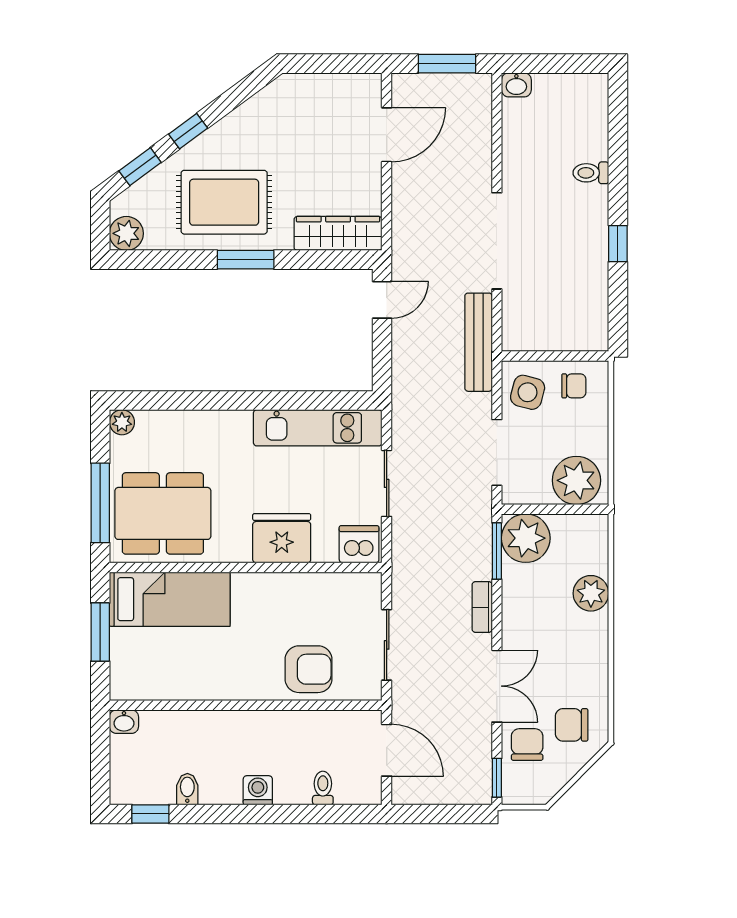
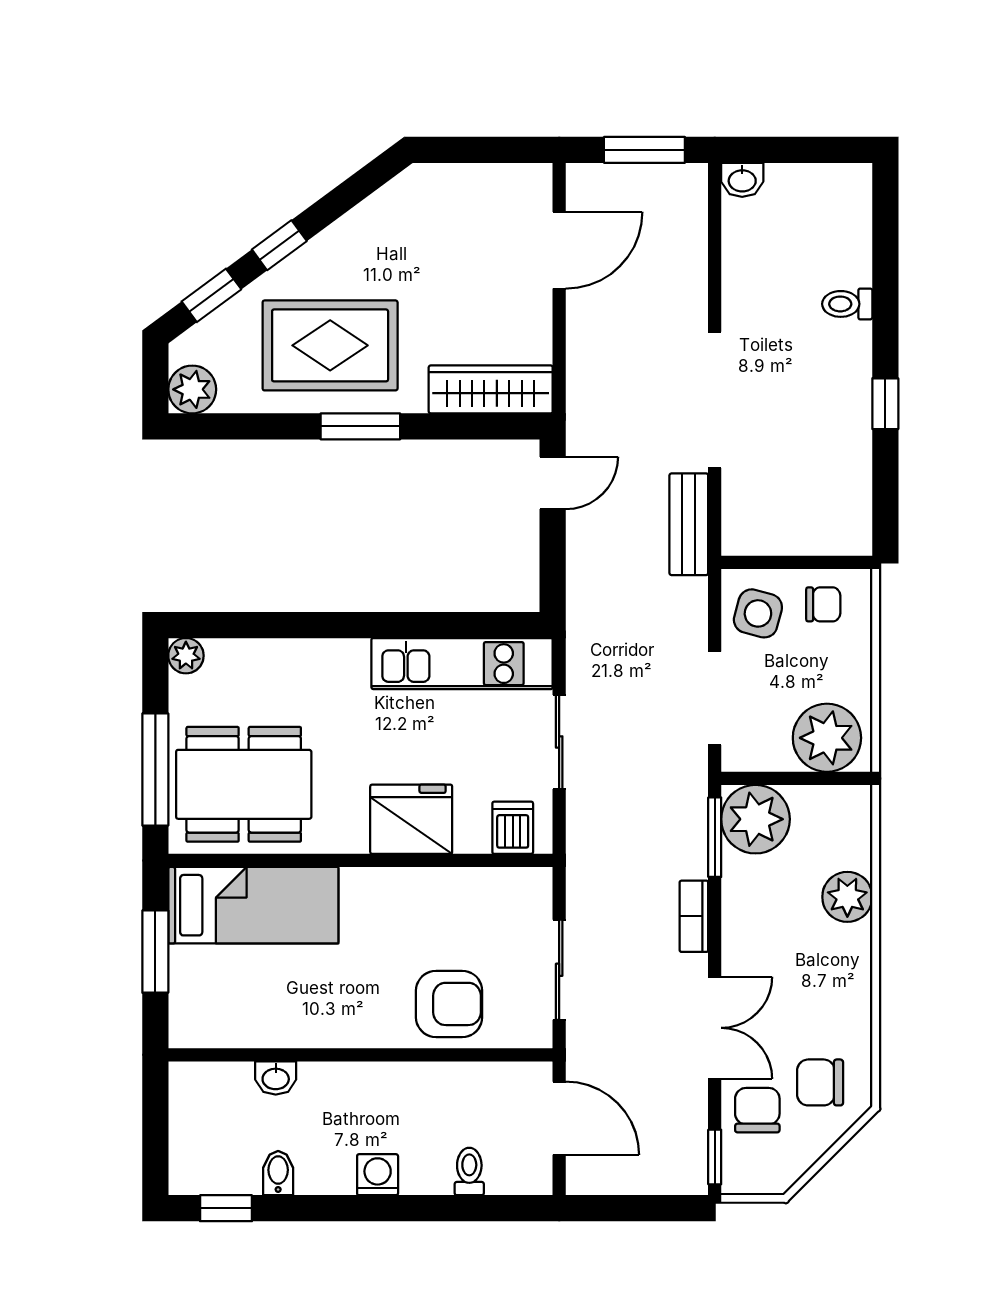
bench: (479, 342) -> (689, 524), width x0.73
dishwasher: (359, 544) -> (513, 828), width x0.73
washbasin: (124, 722) -> (276, 1078), moved

